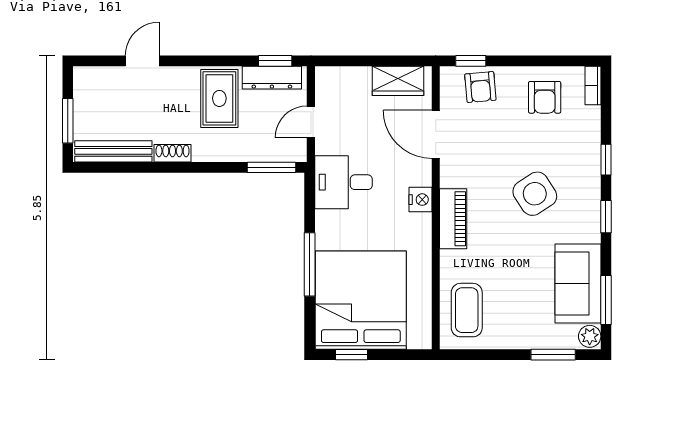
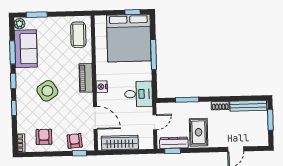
wardrobe: (398, 81) -> (120, 143), width x1.50
window: (272, 167) -> (187, 100), moved
window: (606, 300) -> (13, 52), moved

